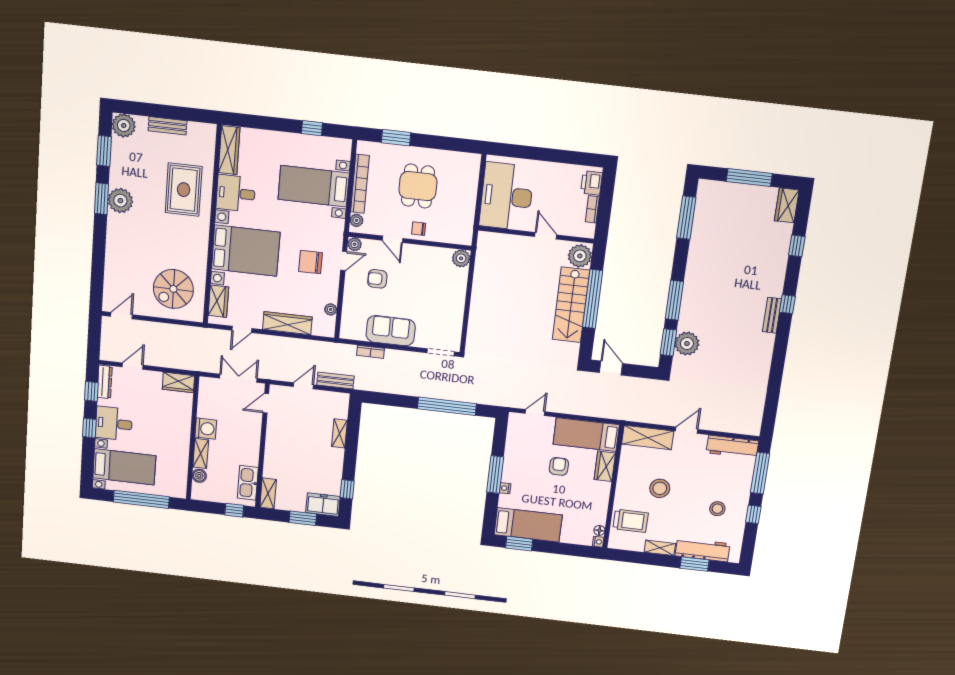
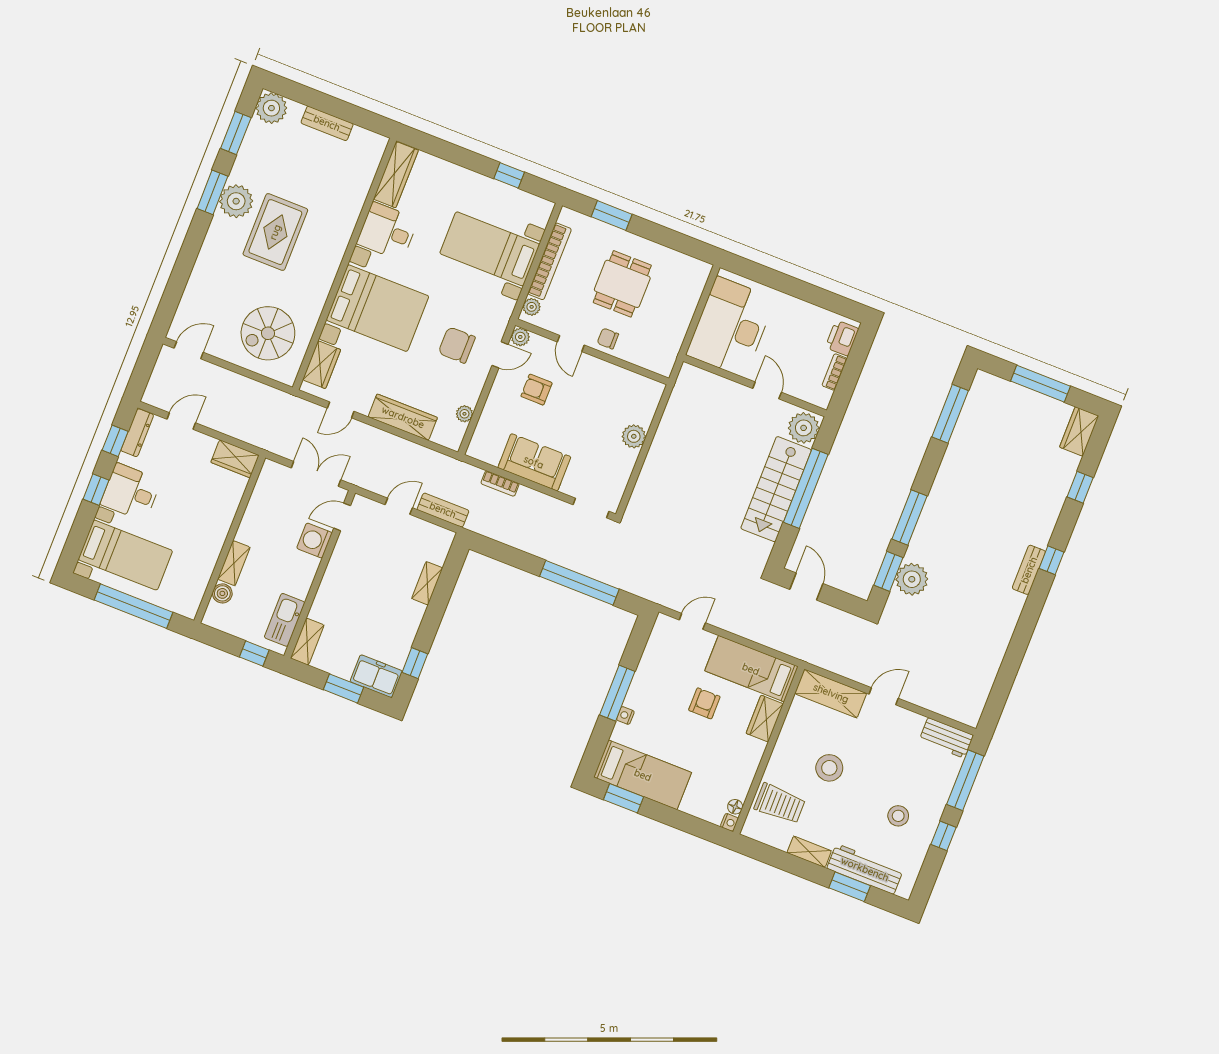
rug: (184, 190) -> (275, 232), moved
plant: (461, 258) -> (634, 436), moved
washing machine: (206, 429) -> (314, 541), moved, turned 180
workbench: (732, 447) -> (946, 738), width x0.73

